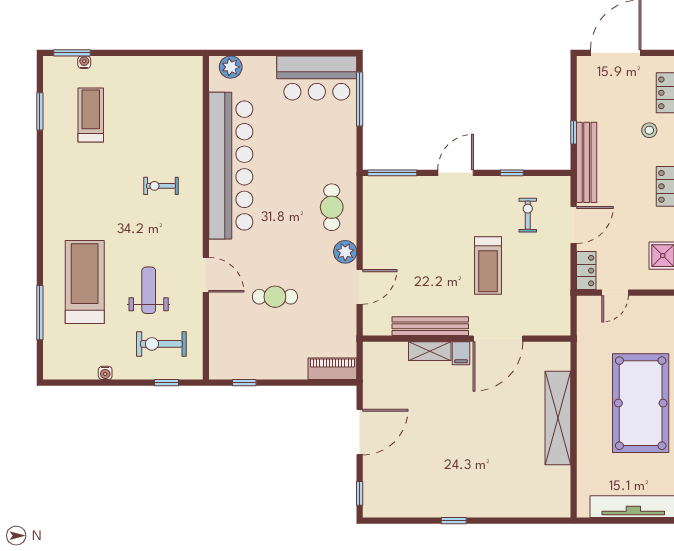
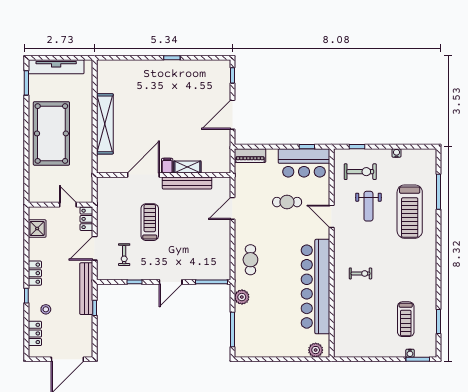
bar counter: (317, 78) -> (304, 163), moved, turned 180
plant: (345, 252) -> (242, 297), moved
door: (615, 293) -> (68, 205), hinge flipped

